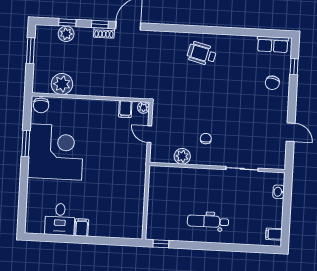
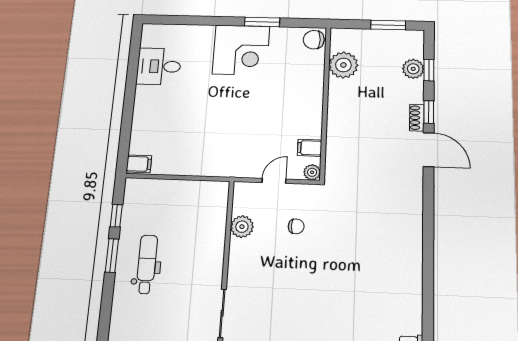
wheelchair: (202, 54) -> (393, 253), removed
chair: (206, 139) -> (296, 226), moved
corner desk: (56, 152) -> (241, 50), width x0.74, depth x0.74
filing cabinet: (82, 228) -> (139, 164), moved
window: (161, 244) -> (116, 216), moved
window: (202, 246) -> (112, 256), added

